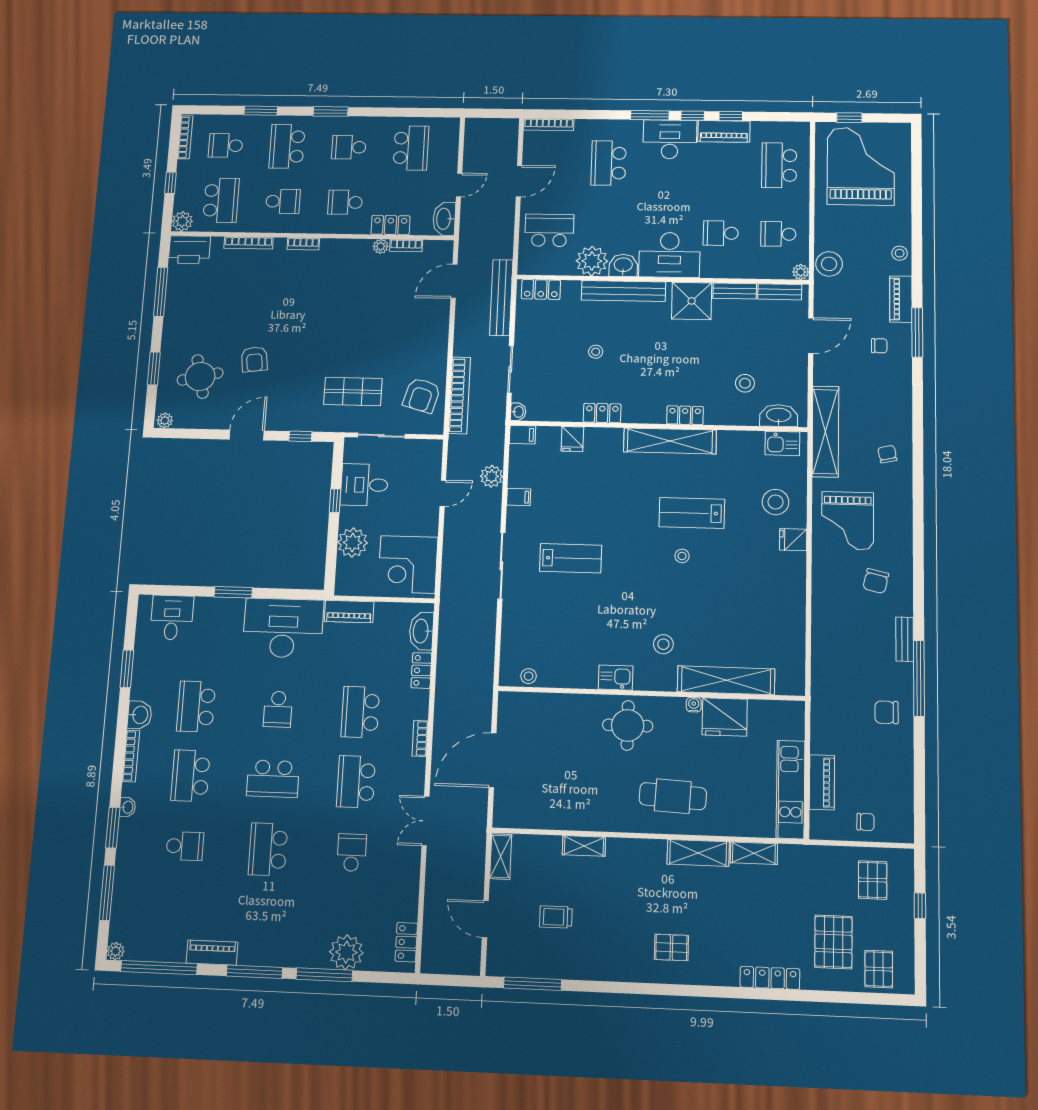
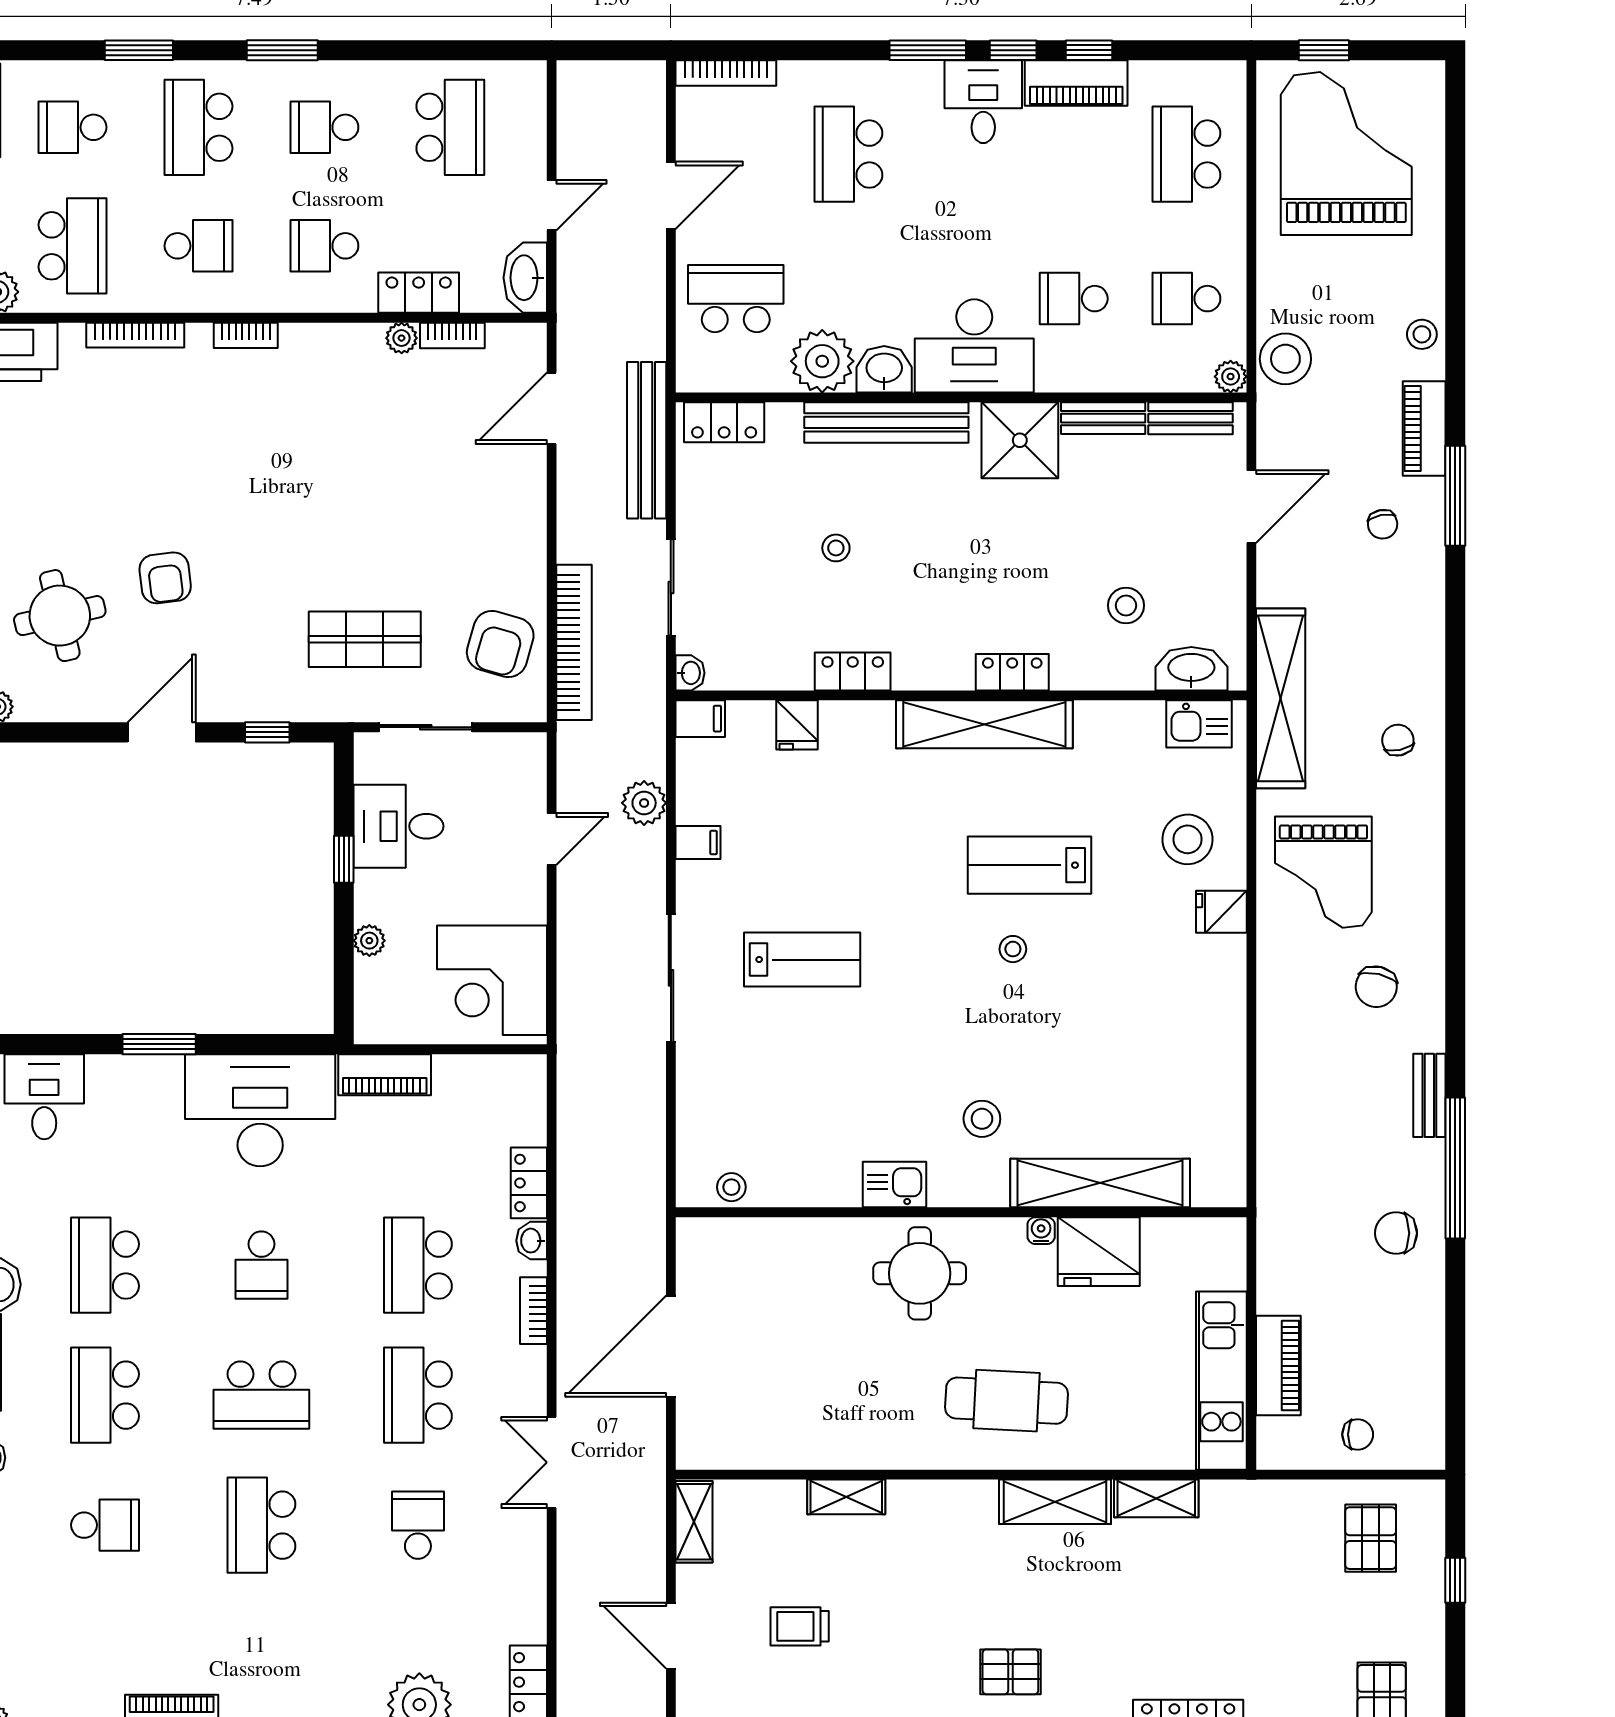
desk: (670, 139) -> (983, 102), width x0.73
chair: (879, 346) -> (1383, 524), turned 79
plant: (353, 543) -> (369, 941), width x0.53, depth x0.53
washbasin: (421, 631) -> (532, 1241), moved, width x0.52, depth x0.69
pallet: (833, 942) -> (1301, 1650), removed

